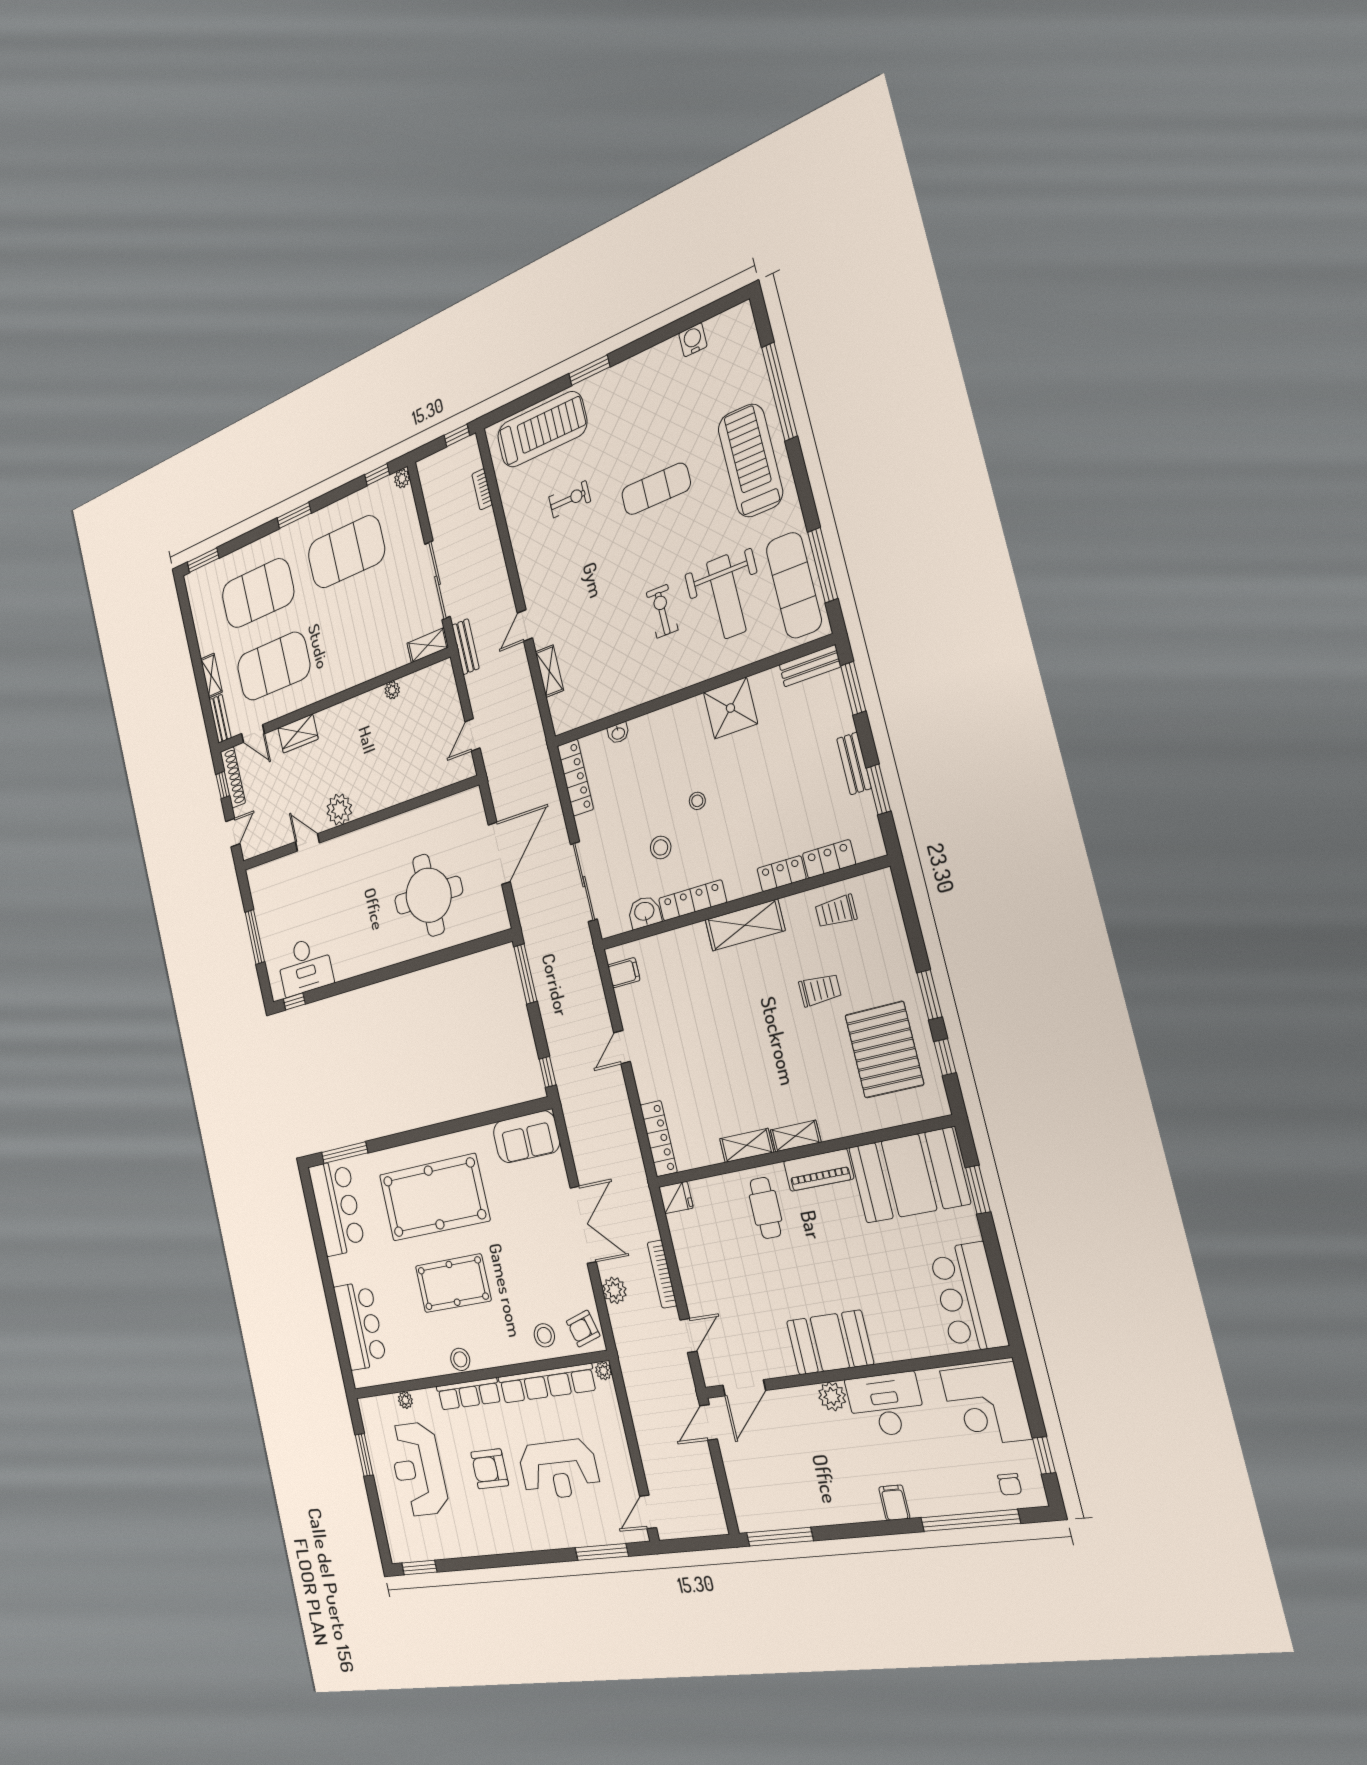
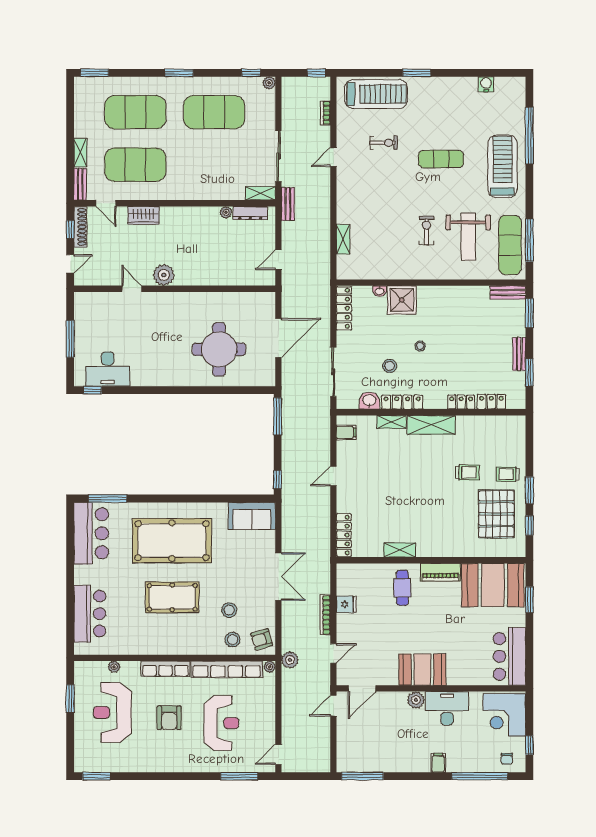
door: (525, 626) -> (333, 157), moved
dresser: (422, 679) -> (250, 213), added
shower: (730, 708) -> (402, 300), moved
trolley: (836, 911) -> (508, 474), moved
shelving: (796, 1136) -> (392, 422), moved
fridge: (676, 1198) -> (346, 604), moved
plant: (614, 1290) -> (290, 660), moved
stool: (460, 1359) -> (229, 610), moved
armchair: (490, 1469) -> (169, 718), turned -90
reception desk: (559, 1469) -> (221, 723), turned -90

